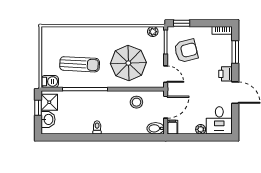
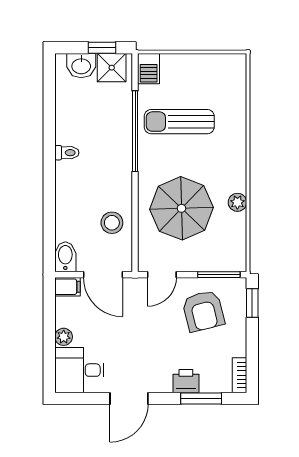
plant: (153, 32) -> (237, 202), moved
sun lounger: (80, 64) -> (179, 122), turned 87
printer: (225, 74) -> (186, 381), moved

